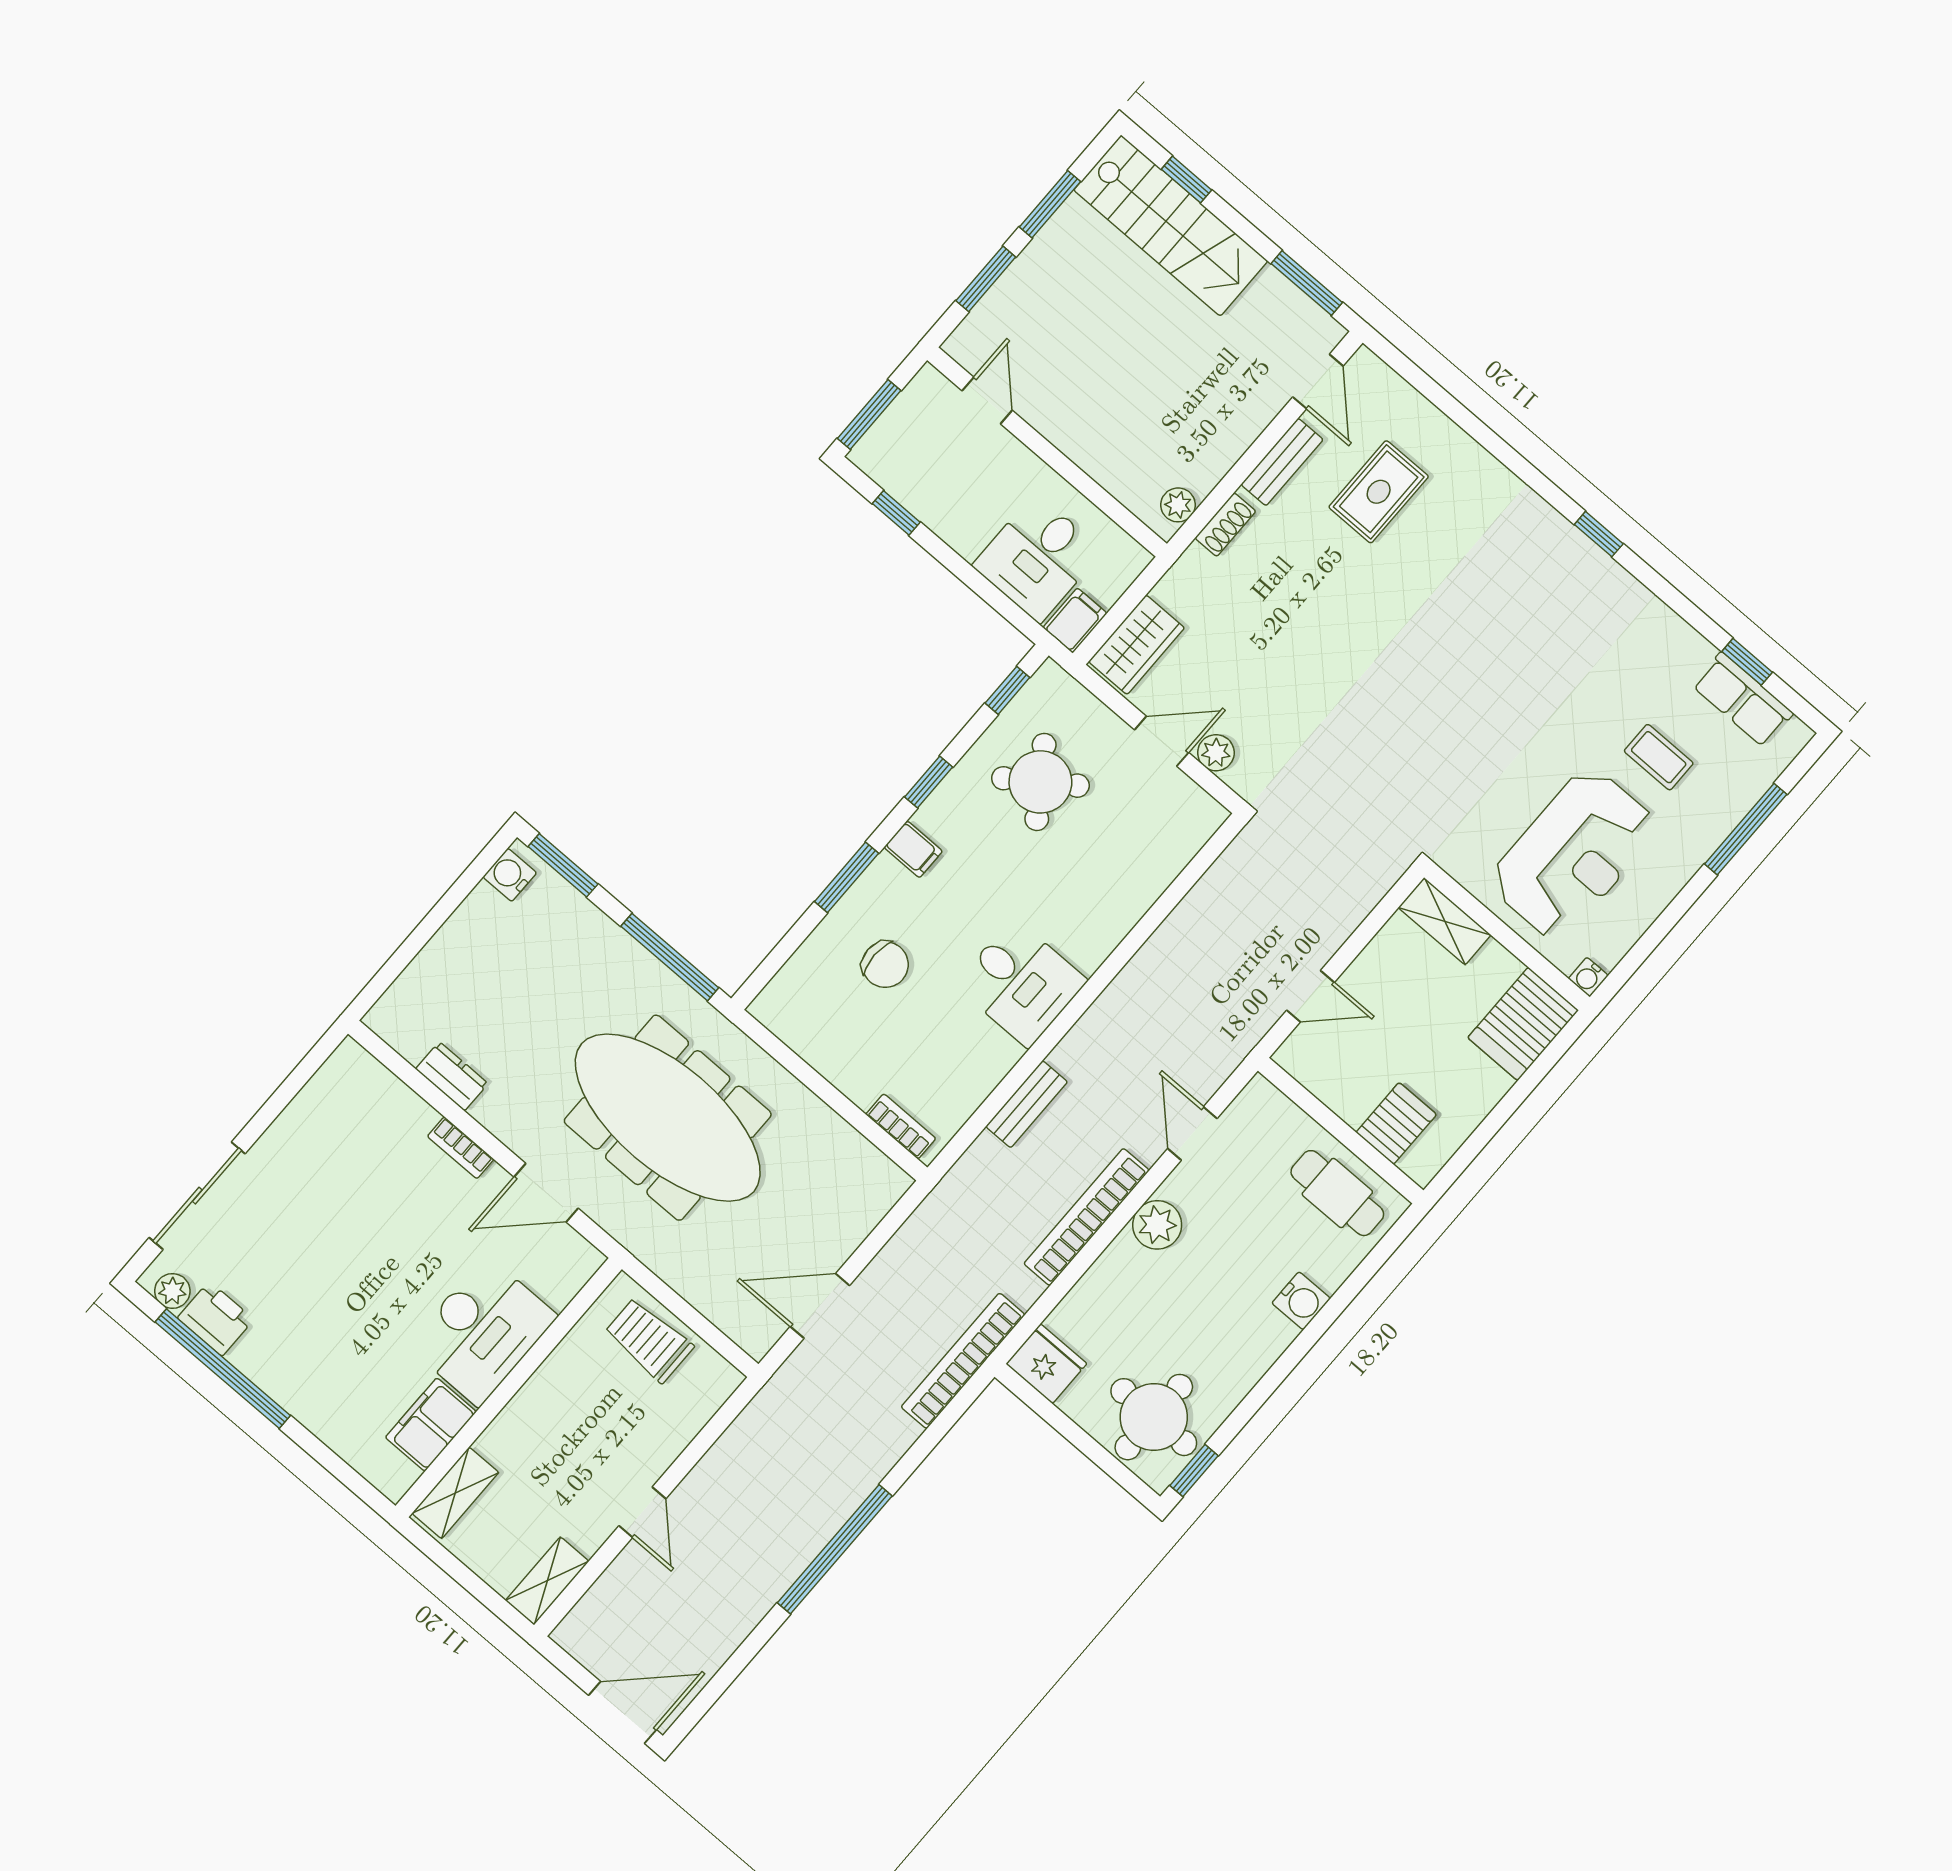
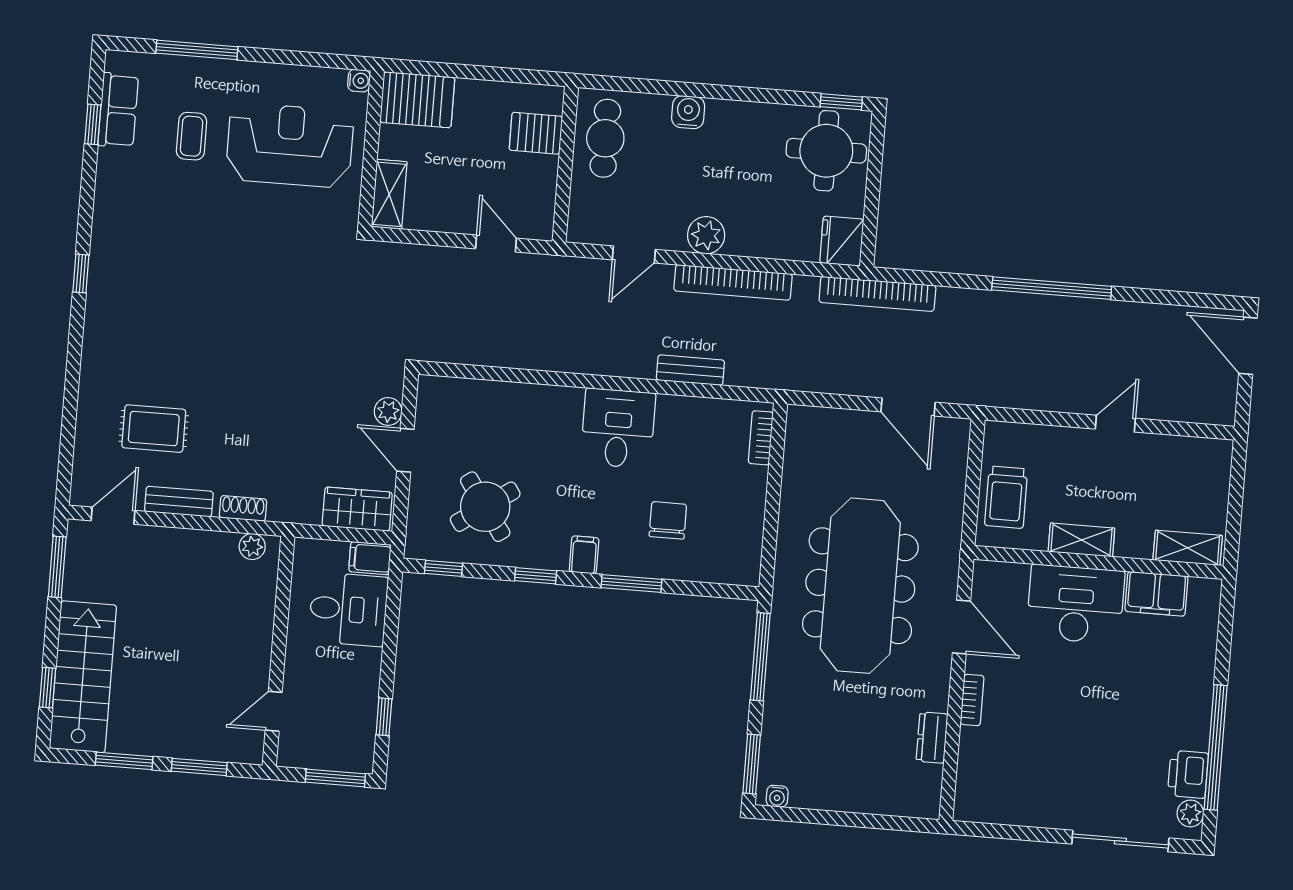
water cooler: (510, 875) -> (777, 796), width x0.72, depth x0.72
shelving: (547, 1581) -> (1081, 540), moved

